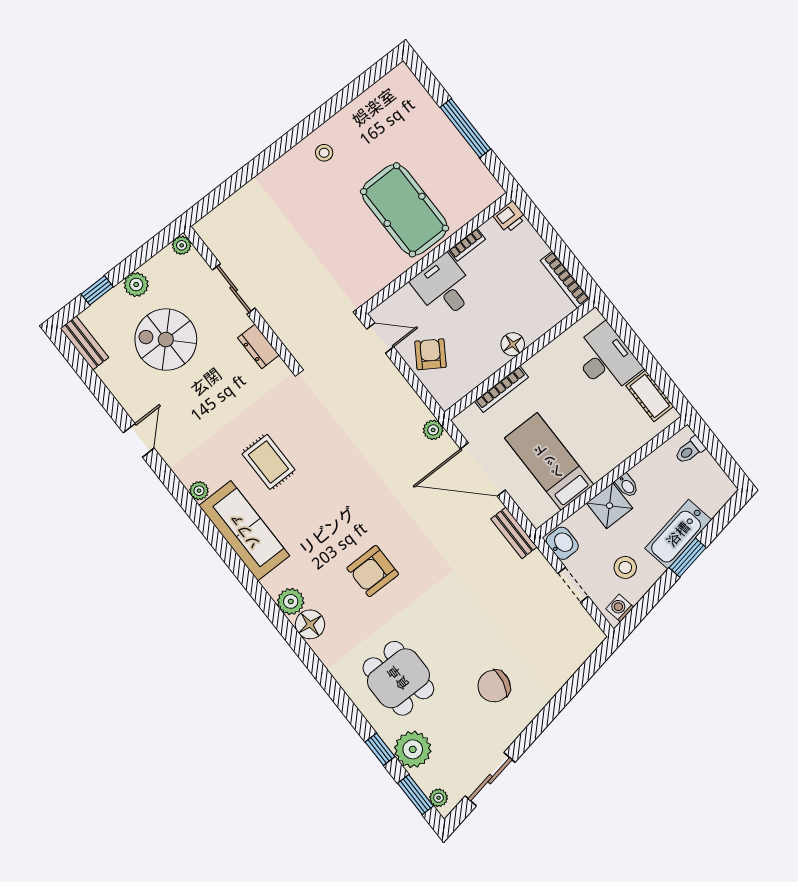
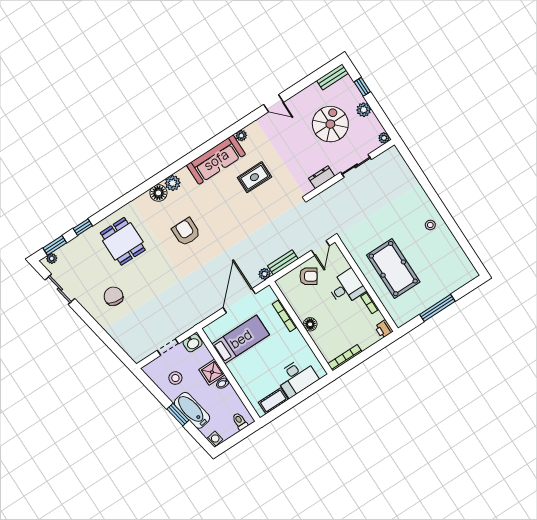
pool table: (405, 210) -> (393, 269), turned 90
bench: (514, 533) -> (283, 262), moved
washing machine: (620, 608) -> (215, 439), moved
dining table: (398, 678) -> (123, 241), turned 90
plant: (413, 749) -> (81, 246), removed

